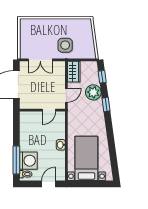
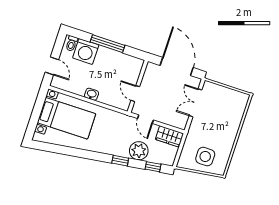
side table: (65, 45) -> (205, 157), moved
window: (16, 160) -> (107, 44), moved

